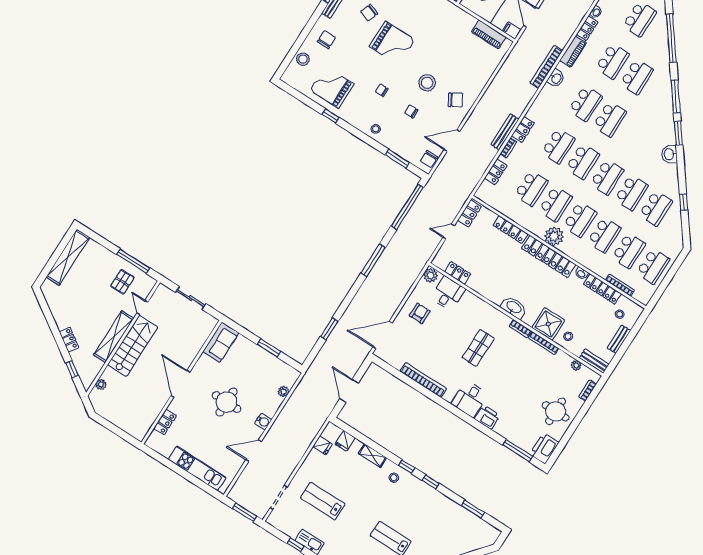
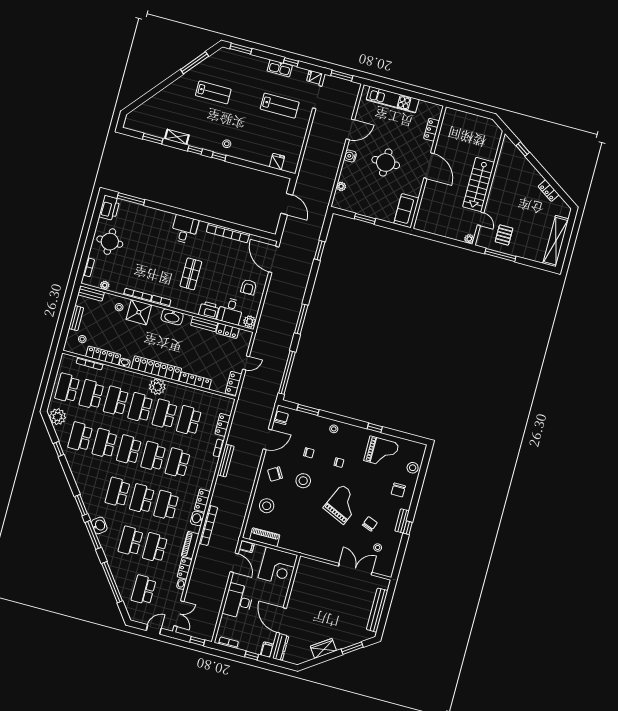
grand piano: (392, 43) -> (343, 504), turned 114
stool: (476, 68) -> (267, 506), added
locker: (523, 129) -> (202, 501), moved
school desk: (634, 135) -> (118, 492), added
washbasin: (669, 154) -> (99, 525), moved
plant: (673, 238) -> (57, 417), added
bench: (481, 289) -> (204, 324), added
sliding door: (191, 298) -> (443, 240), removed
door: (383, 335) -> (274, 259), swing flipped
shelving: (114, 337) -> (497, 187), removed
locker: (69, 340) -> (549, 191), moved
plant: (101, 385) -> (469, 239), moved
printer: (487, 417) -> (209, 310), moved, turned 180
fridge: (323, 445) -> (314, 77), moved
shelving: (372, 456) -> (177, 137), moved

